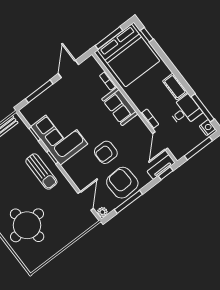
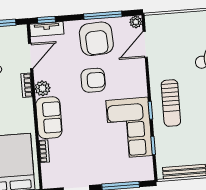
plant: (137, 124) -> (43, 88), added
sun lounger: (41, 171) -> (171, 103), turned 180

